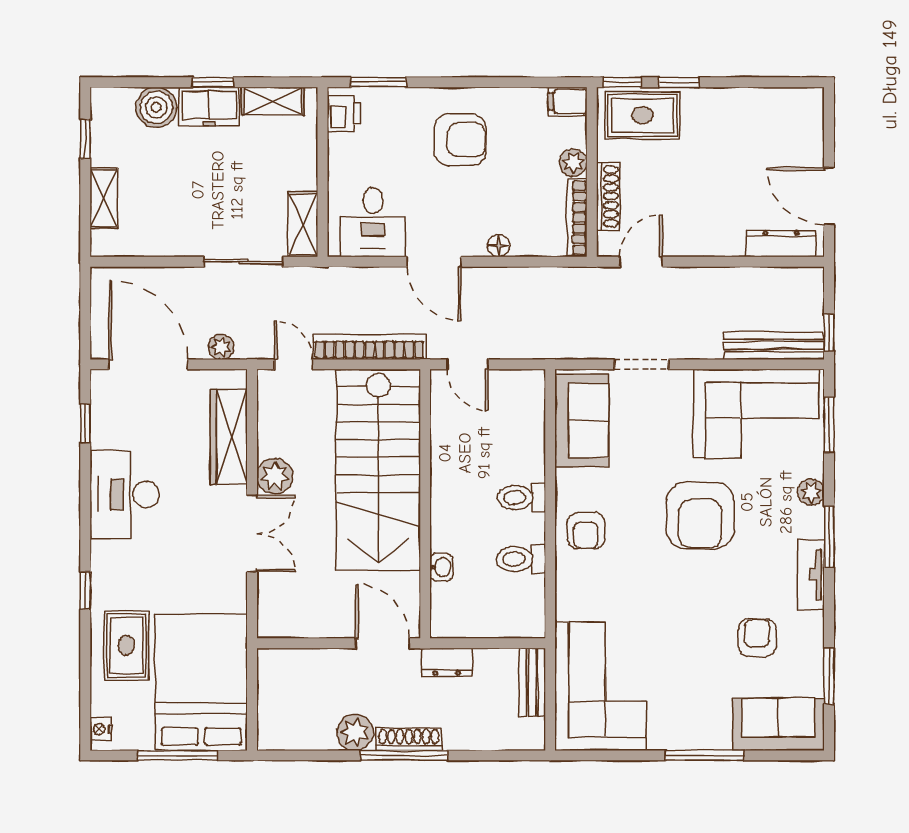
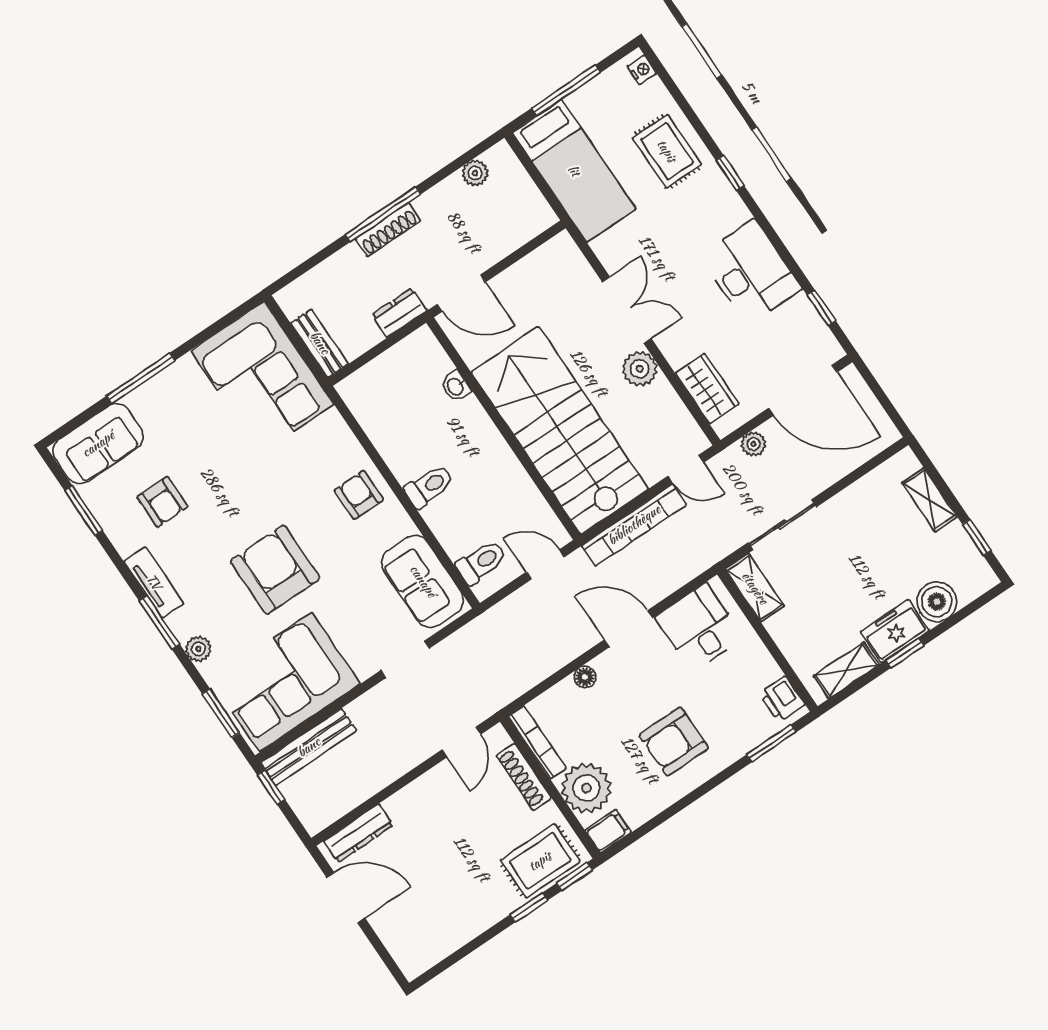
plant: (573, 163) -> (586, 788), width x1.87, depth x1.87
wardrobe: (229, 437) -> (707, 389), width x0.67
double door: (252, 533) -> (627, 310), swing flipped
toilet: (521, 559) -> (481, 562), moved
bed: (201, 682) -> (574, 171), width x0.67
plant: (355, 732) -> (475, 173), moved, width x0.73, depth x0.73

